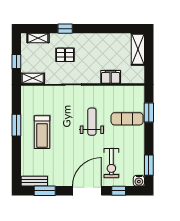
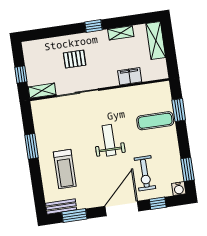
window: (65, 29) -> (93, 26), moved
shelving: (38, 38) -> (121, 33), moved
weight bench: (92, 122) -> (109, 140), moved
treadmill: (42, 132) -> (65, 169), moved

